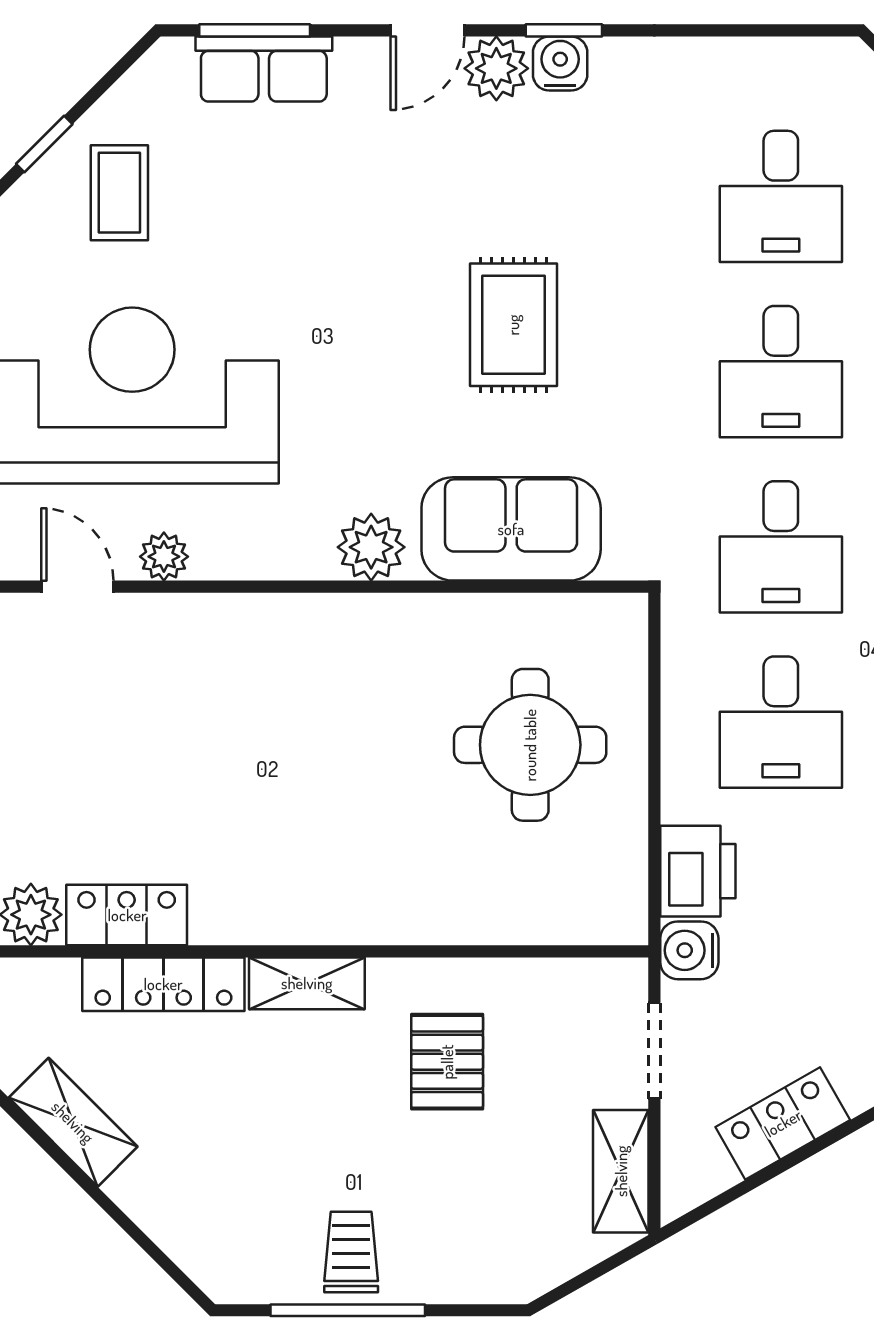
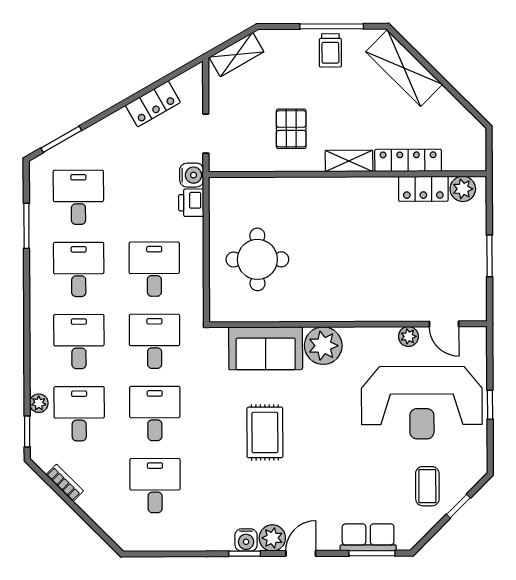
plant: (371, 547) -> (323, 346), width x1.36, depth x1.36
printer: (698, 871) -> (191, 203), width x0.73, depth x0.81
shelving: (73, 1122) -> (404, 68), moved, width x1.50, depth x1.33
shelving: (621, 1171) -> (237, 55), moved, turned 60

